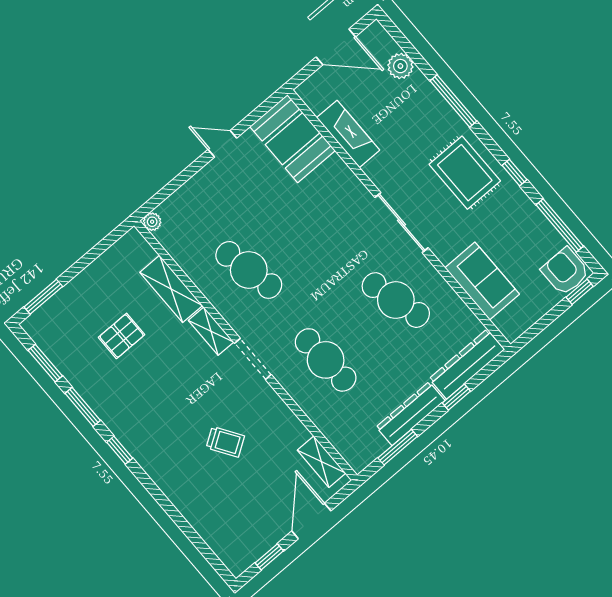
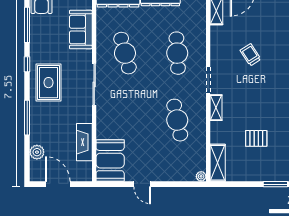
shelving: (171, 289) -> (218, 163), moved

